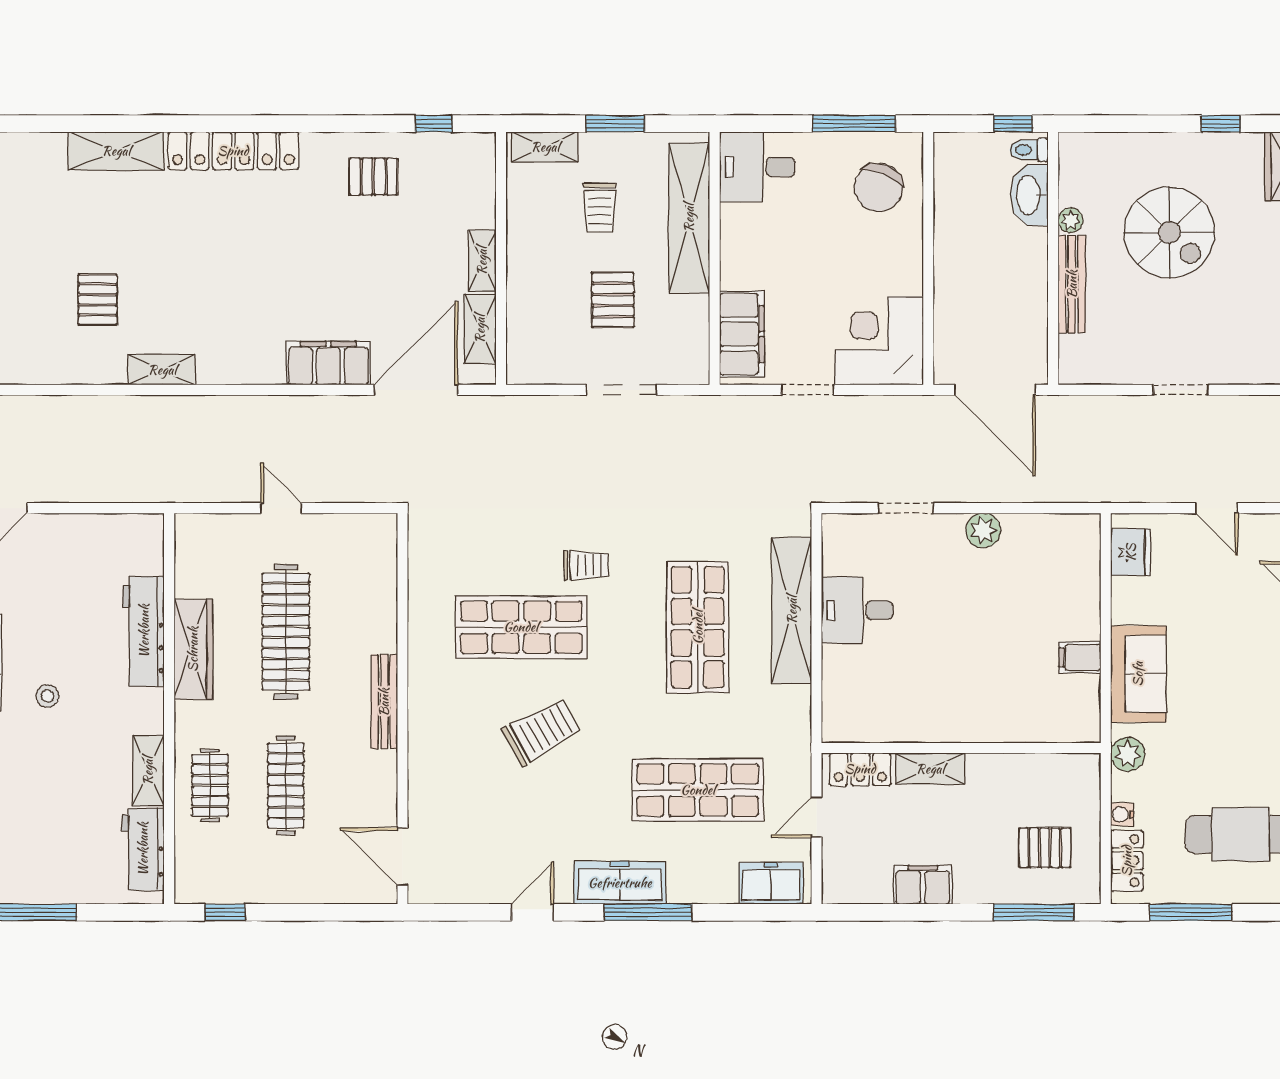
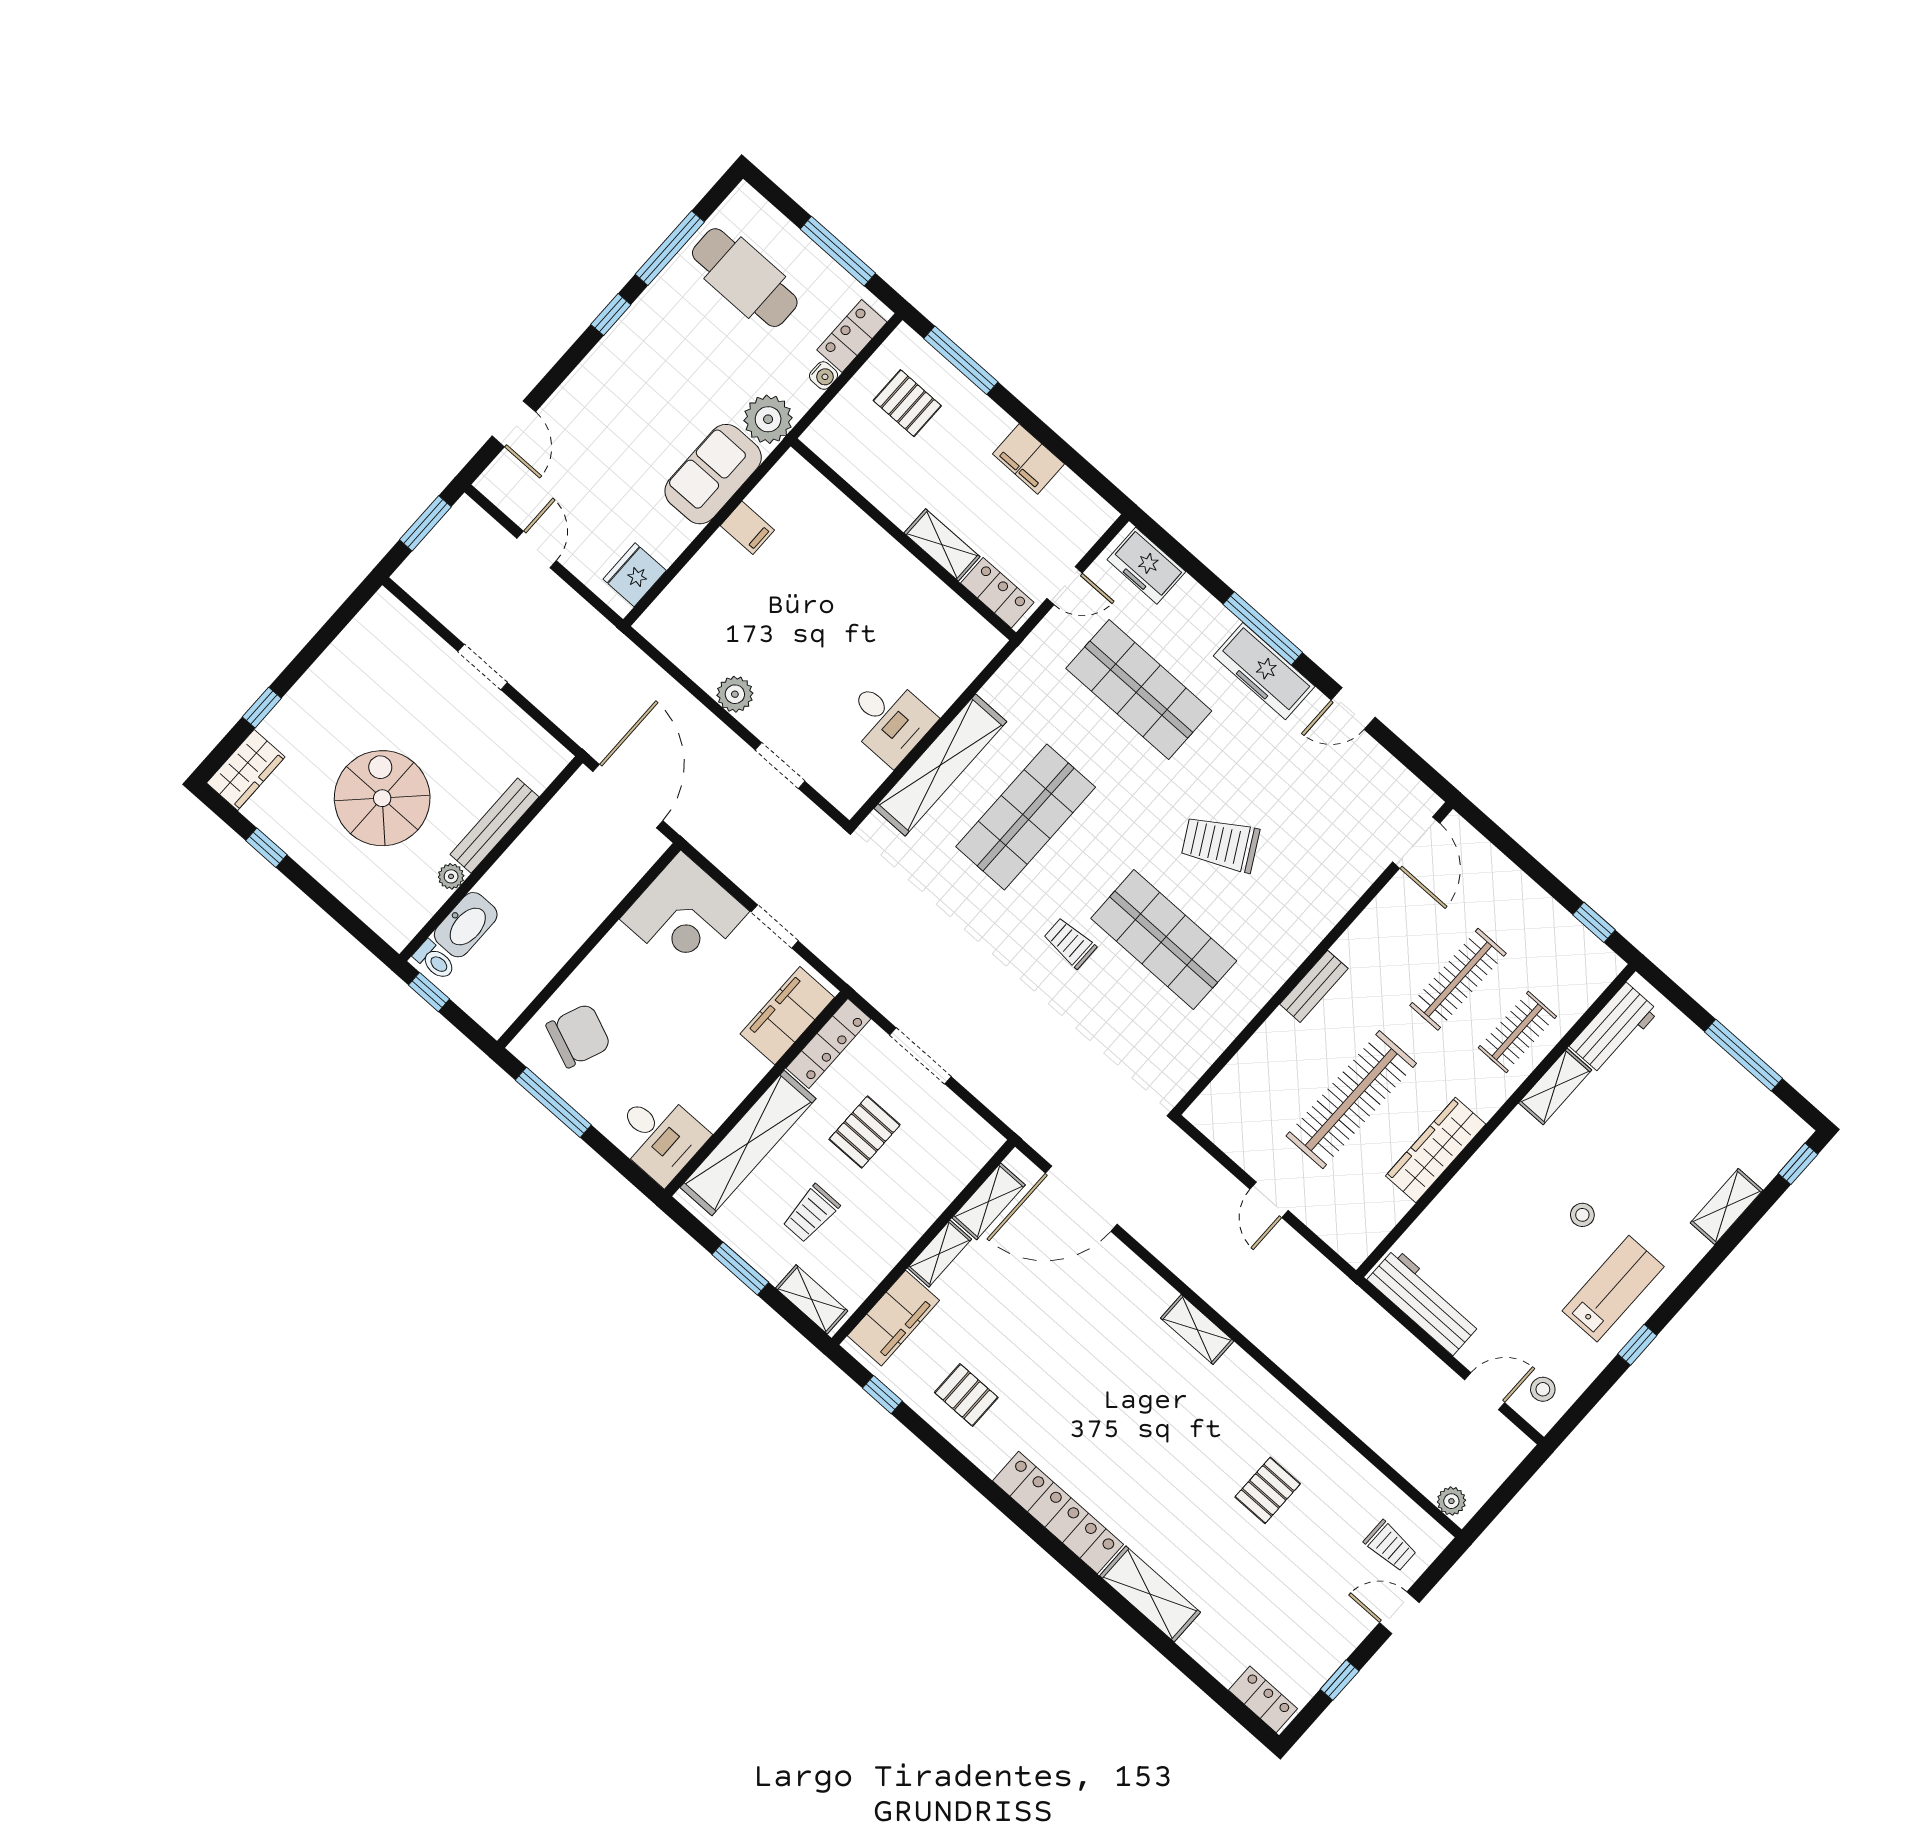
trolley: (600, 208) -> (811, 1213), turned 180
locker: (695, 340) -> (828, 1043), added
filing cabinet: (328, 363) -> (893, 1318), moved, turned -90
shelving: (162, 370) -> (1197, 1330), moved
workbench: (144, 631) -> (1424, 1302), moved, turned -90
bench: (384, 702) -> (1314, 986), width x0.73
plant: (1128, 754) -> (768, 419), width x1.36, depth x1.36

